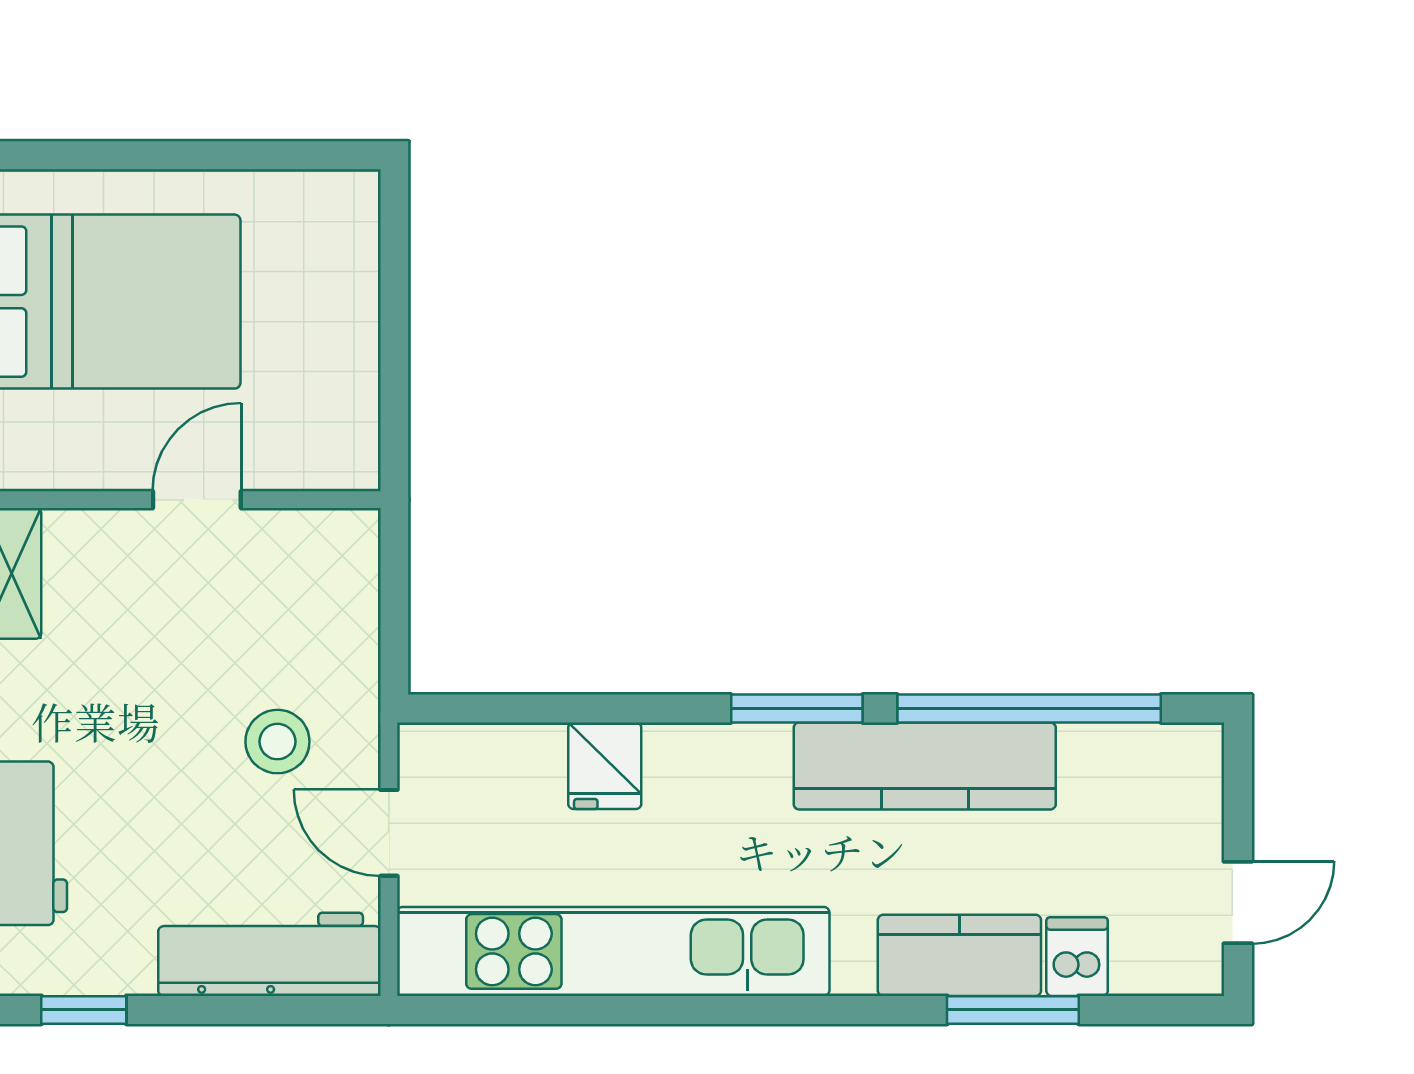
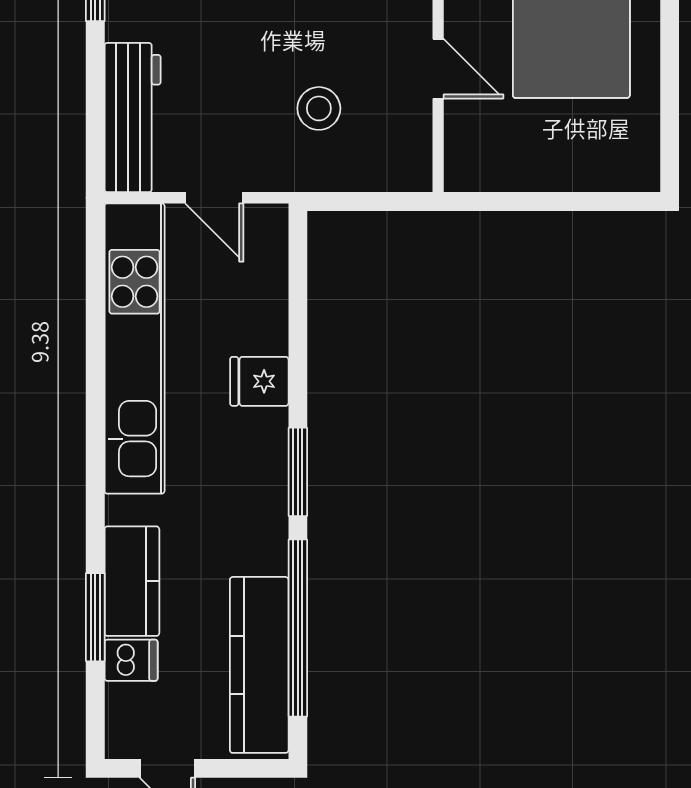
stool: (277, 742) -> (319, 108), moved
fridge: (605, 766) -> (259, 381), moved
kitchen counter: (925, 766) -> (259, 665), moved
door: (389, 833) -> (214, 198), swing flipped

